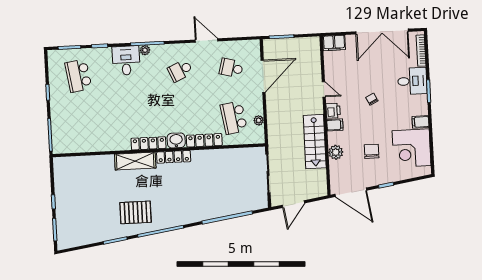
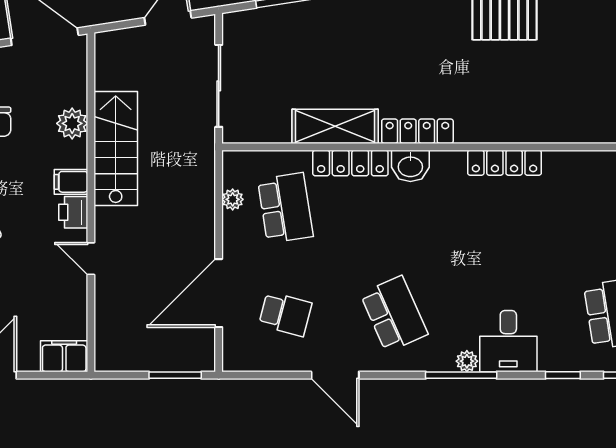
school desk: (180, 71) -> (394, 314), width x1.85
locker: (148, 143) -> (504, 163), moved
shelving: (135, 161) -> (335, 126), moved

